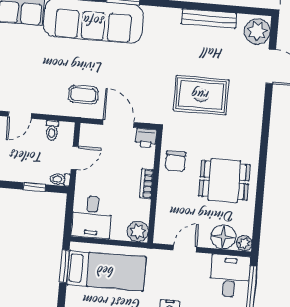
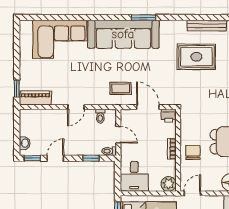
rug: (201, 95) -> (196, 57), moved
door: (75, 158) -> (118, 135), hinge flipped
chair: (176, 161) -> (193, 153), moved, turned 180
door: (185, 249) -> (192, 193), moved

